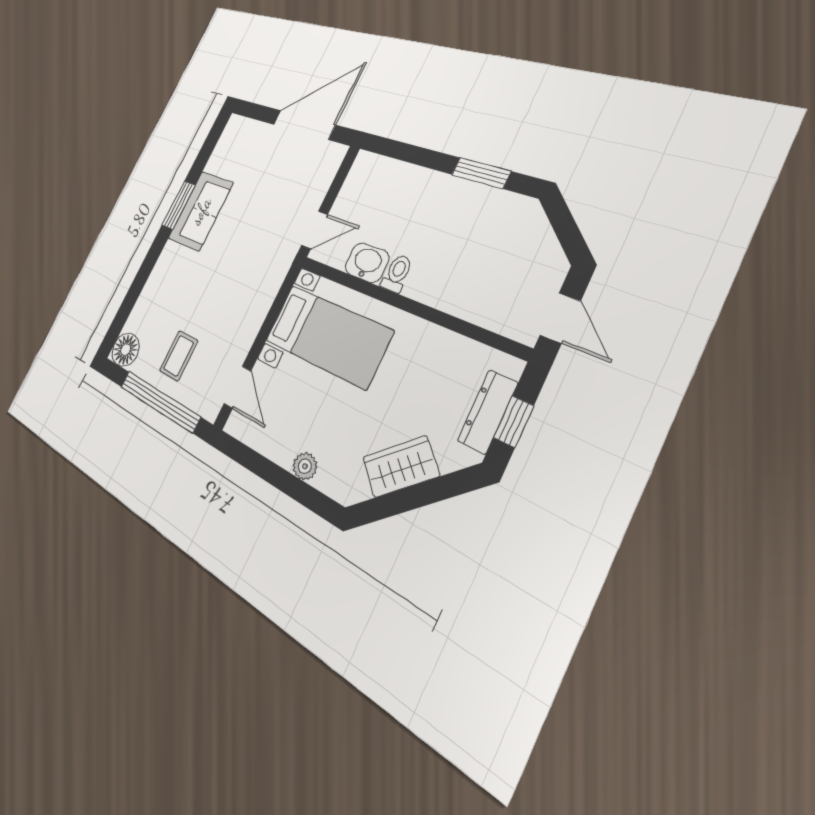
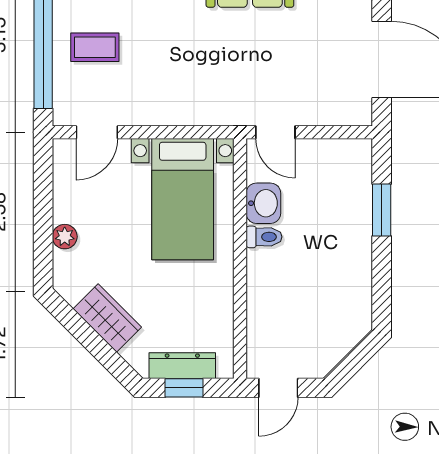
window: (481, 173) -> (382, 210), moved

